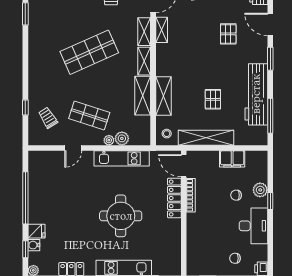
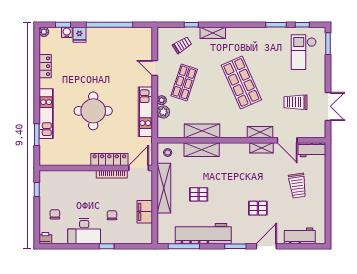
shelving: (144, 61) -> (213, 33), moved
plant: (260, 190) -> (117, 237), removed

